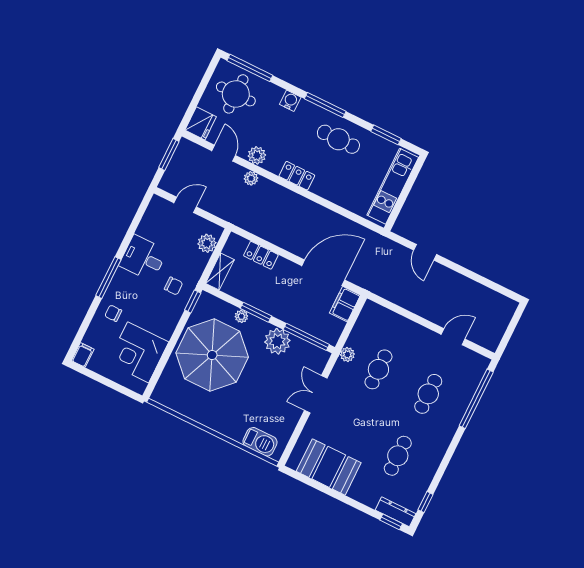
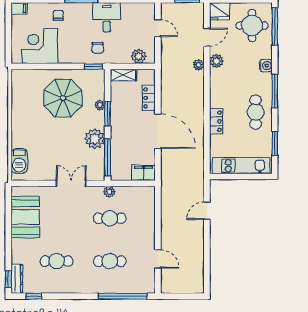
locker: (297, 176) -> (216, 121), moved
door: (323, 273) -> (158, 131), moved
parasol: (212, 355) -> (63, 98), width x0.73, depth x0.73

